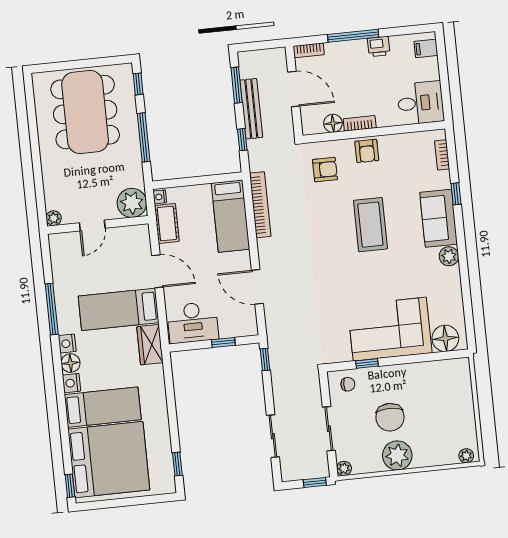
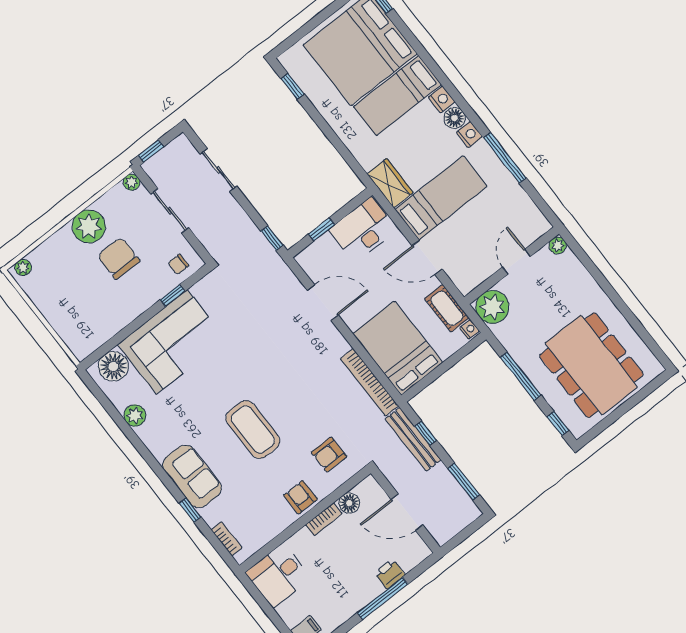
printer: (379, 47) -> (390, 574), moved
bookcase: (309, 50) -> (416, 558), removed
bench: (251, 109) -> (413, 439), moved
bed: (231, 216) -> (398, 348), width x1.50
plant: (449, 256) -> (135, 415), moved

